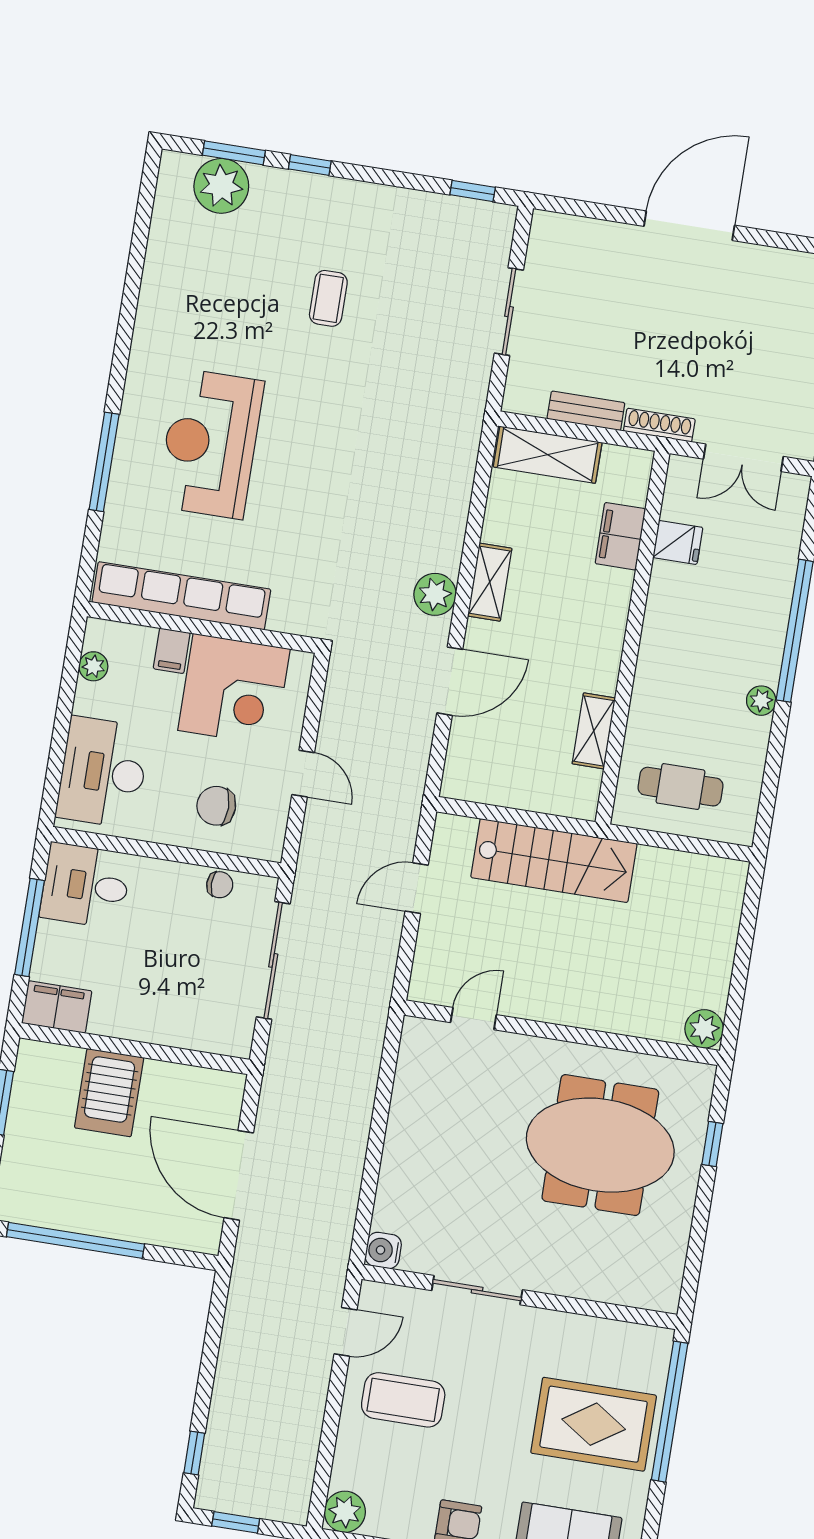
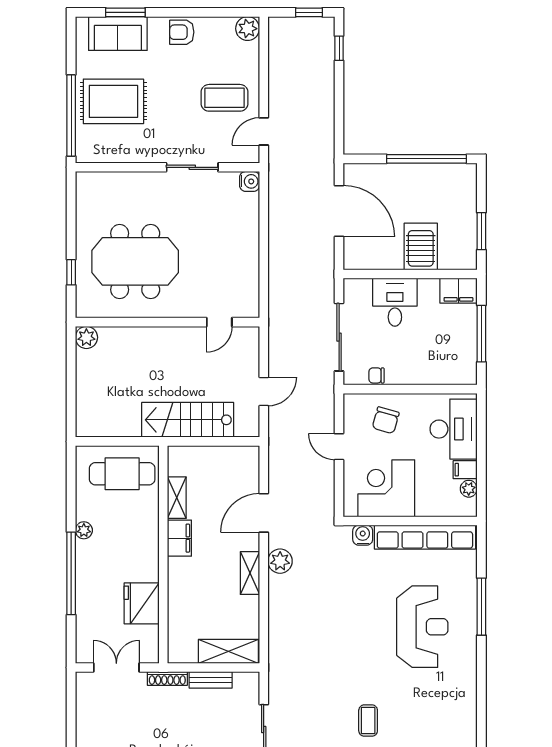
filing cabinet: (620, 536) -> (179, 538), moved
fridge: (678, 542) -> (142, 603), width x1.88, depth x1.34
water cooler: (287, 616) -> (363, 535), added
filing cabinet: (172, 651) -> (465, 470), moved, turned -90
cafe table: (680, 787) -> (122, 474), width x1.37, depth x1.35
chair: (216, 806) -> (386, 420), turned 106
desk: (86, 886) -> (395, 302), moved, turned -90

